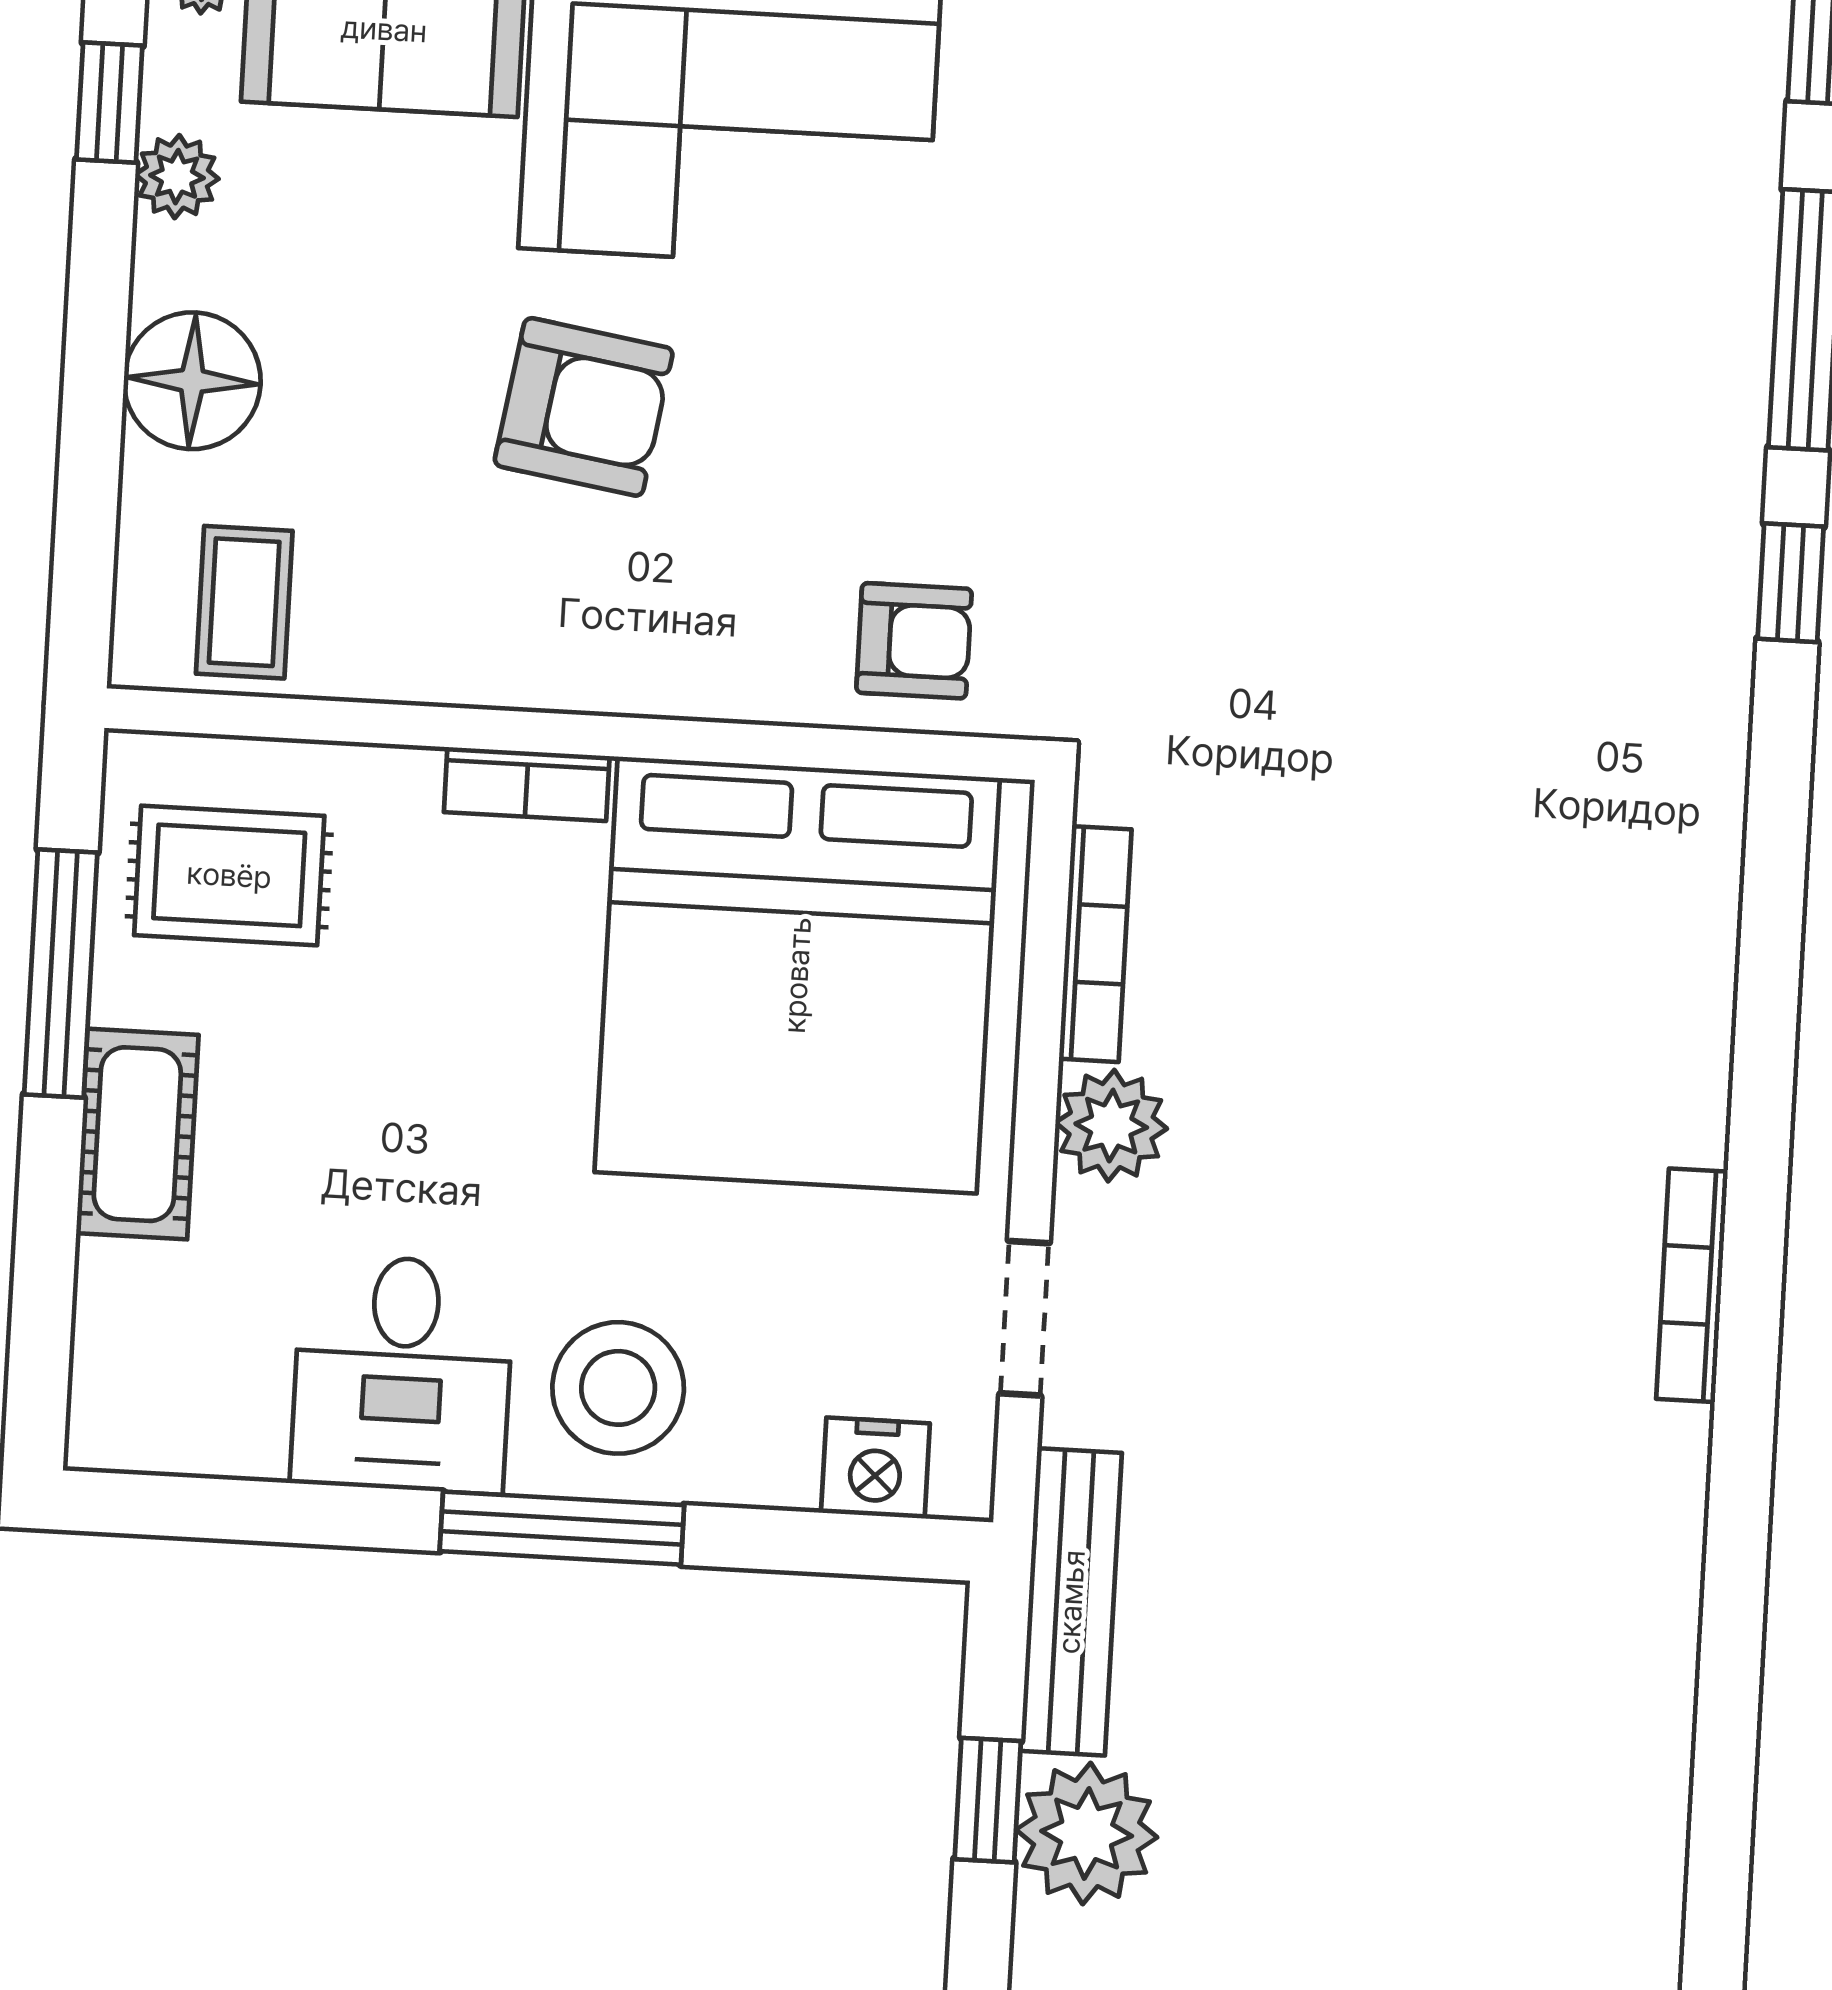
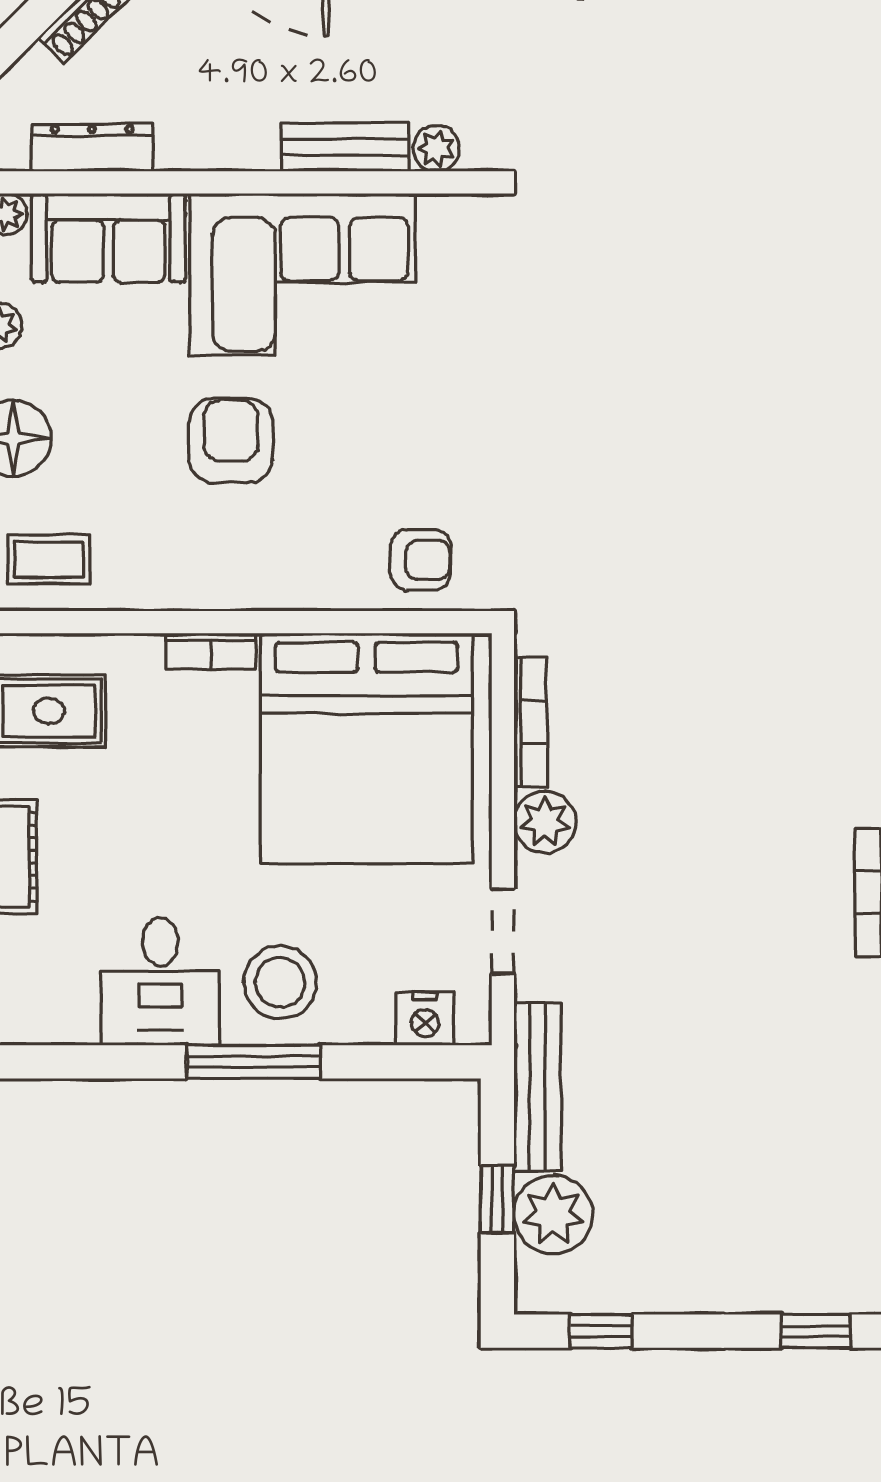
armchair: (584, 407) -> (231, 441), turned -99
coffee table: (244, 602) -> (49, 559), turned 90

